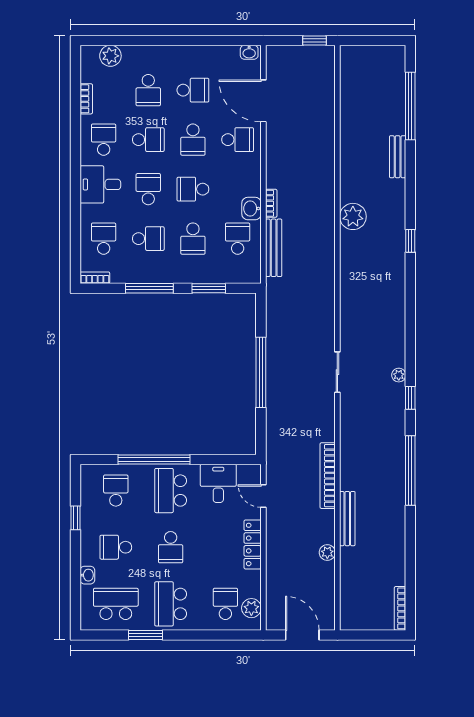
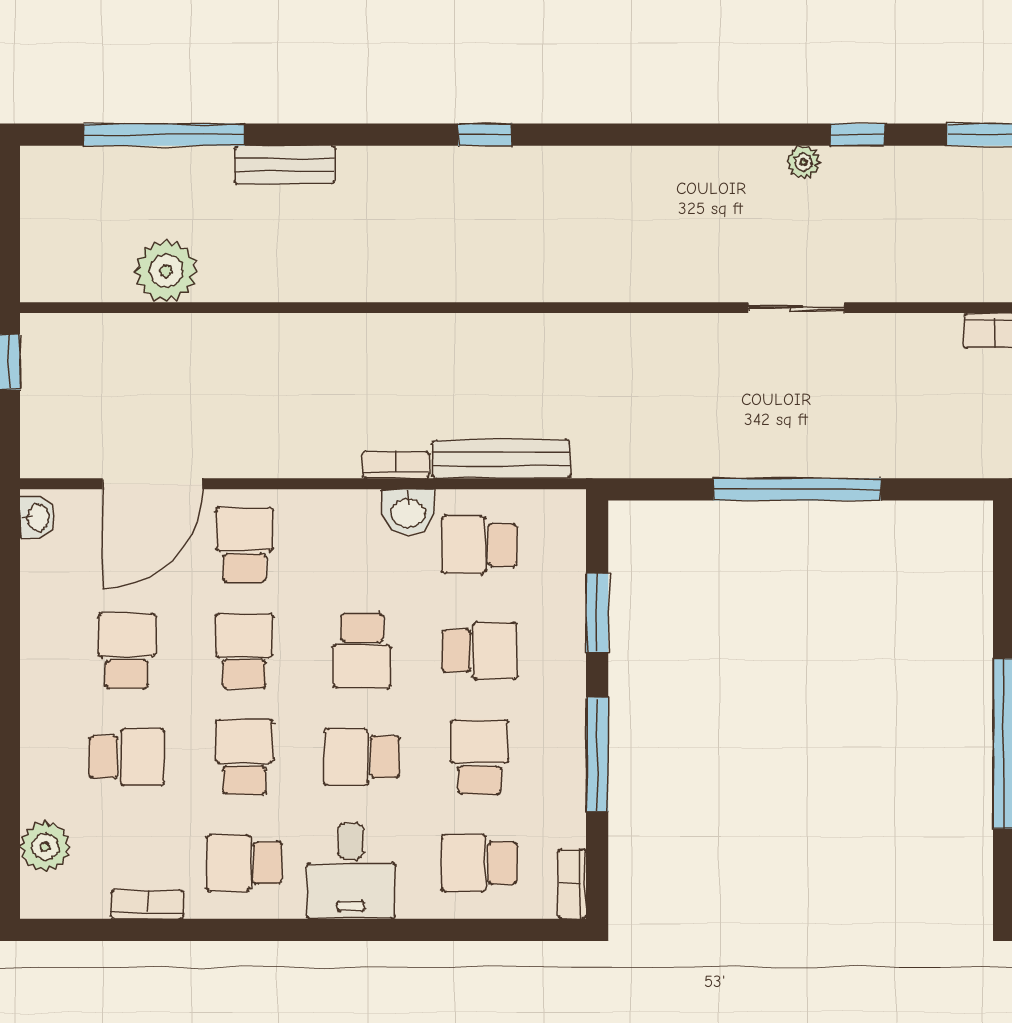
school desk: (193, 140) -> (244, 651), turned -90
plant: (353, 216) -> (166, 271), moved

